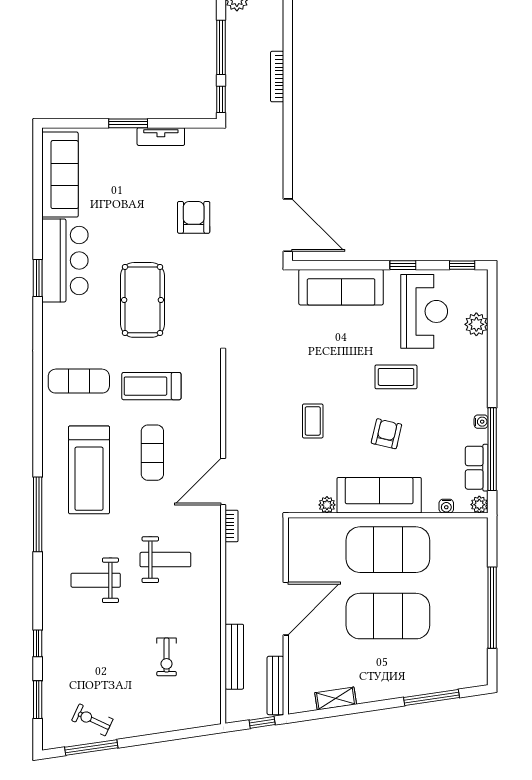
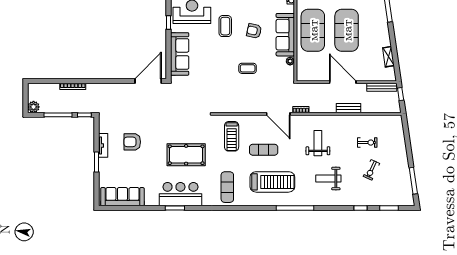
armchair: (194, 217) -> (132, 142), moved
bar counter: (65, 260) -> (180, 194), moved
treadmill: (151, 386) -> (232, 136), moved
weight bench: (96, 580) -> (328, 179), turned 90
bench: (234, 657) -> (349, 108), moved, width x0.73
exercise bike: (92, 720) -> (371, 170), moved

